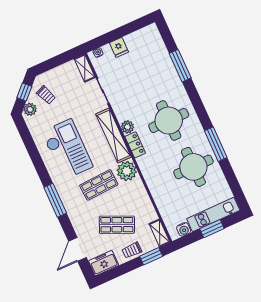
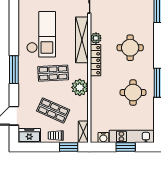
round table: (169, 121) -> (130, 48), width x0.73, depth x0.73
locker: (135, 145) -> (96, 60), width x1.53
round table: (193, 167) -> (133, 93), width x0.73, depth x0.73
plant: (127, 171) -> (80, 87), moved

